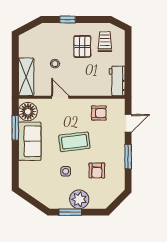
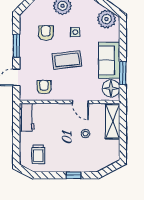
pallet: (82, 46) -> (60, 150), removed
armchair: (99, 113) -> (44, 87), turned 90
plant: (33, 185) -> (107, 19), added

